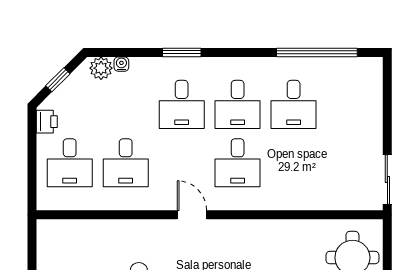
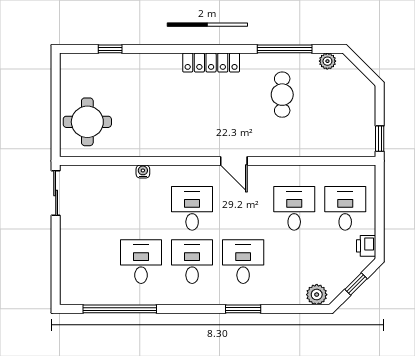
water cooler: (121, 64) -> (143, 172), moved, turned 180
window: (32, 239) -> (380, 139), added

